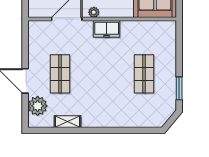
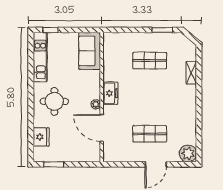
plant: (38, 106) -> (188, 153), moved
shelving: (68, 122) -> (191, 73), moved

